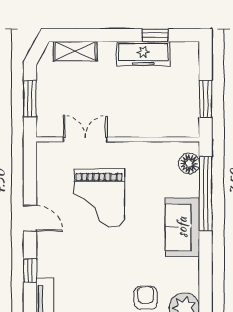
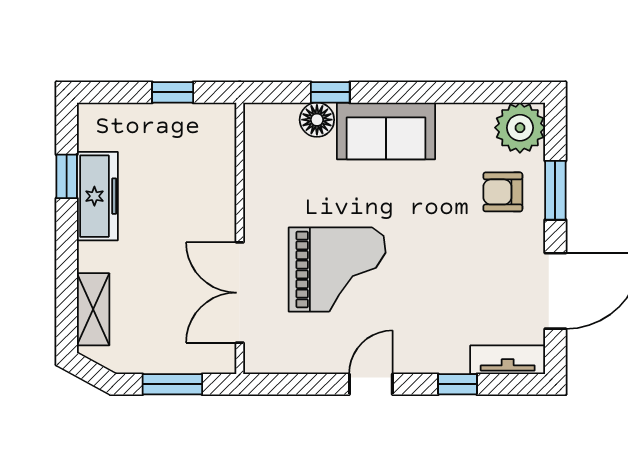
window: (206, 99) -> (173, 92), width x0.67
double door: (85, 139) -> (240, 293), width x1.37
floor lamp: (189, 164) -> (317, 120), moved
window: (206, 194) -> (330, 92), width x0.32

